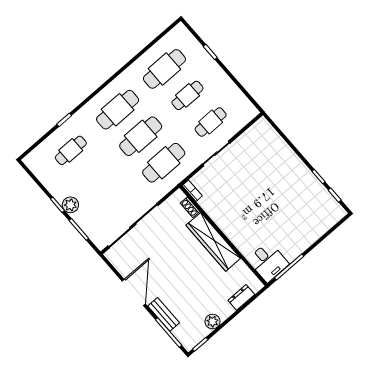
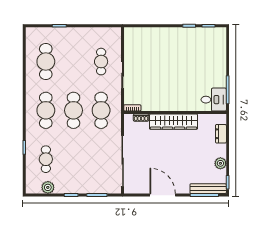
cafe table: (188, 95) -> (73, 62), removed
plant: (70, 205) -> (48, 187), moved
bench: (164, 314) -> (208, 189), moved, width x1.36

